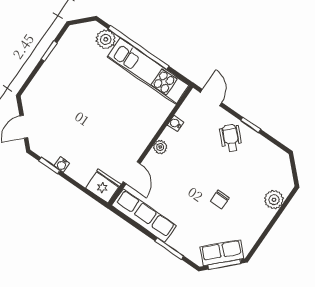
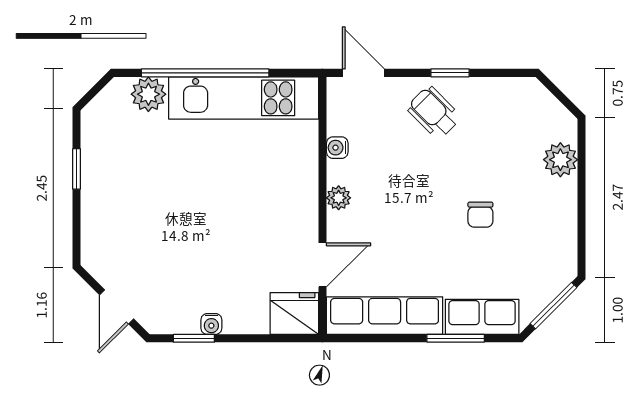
door: (132, 173) -> (323, 265), hinge flipped
row of seats: (222, 253) -> (482, 317), moved, turned 45

